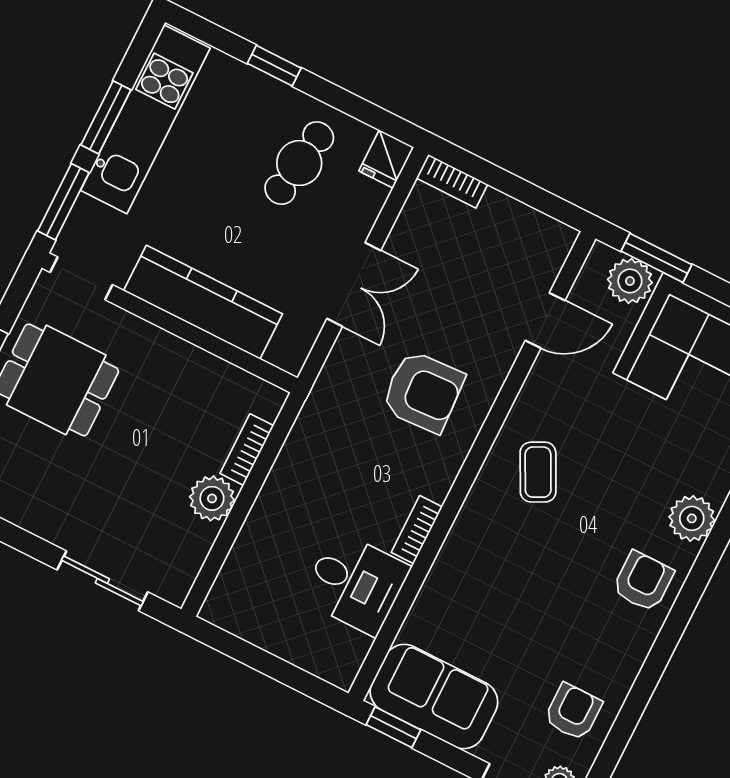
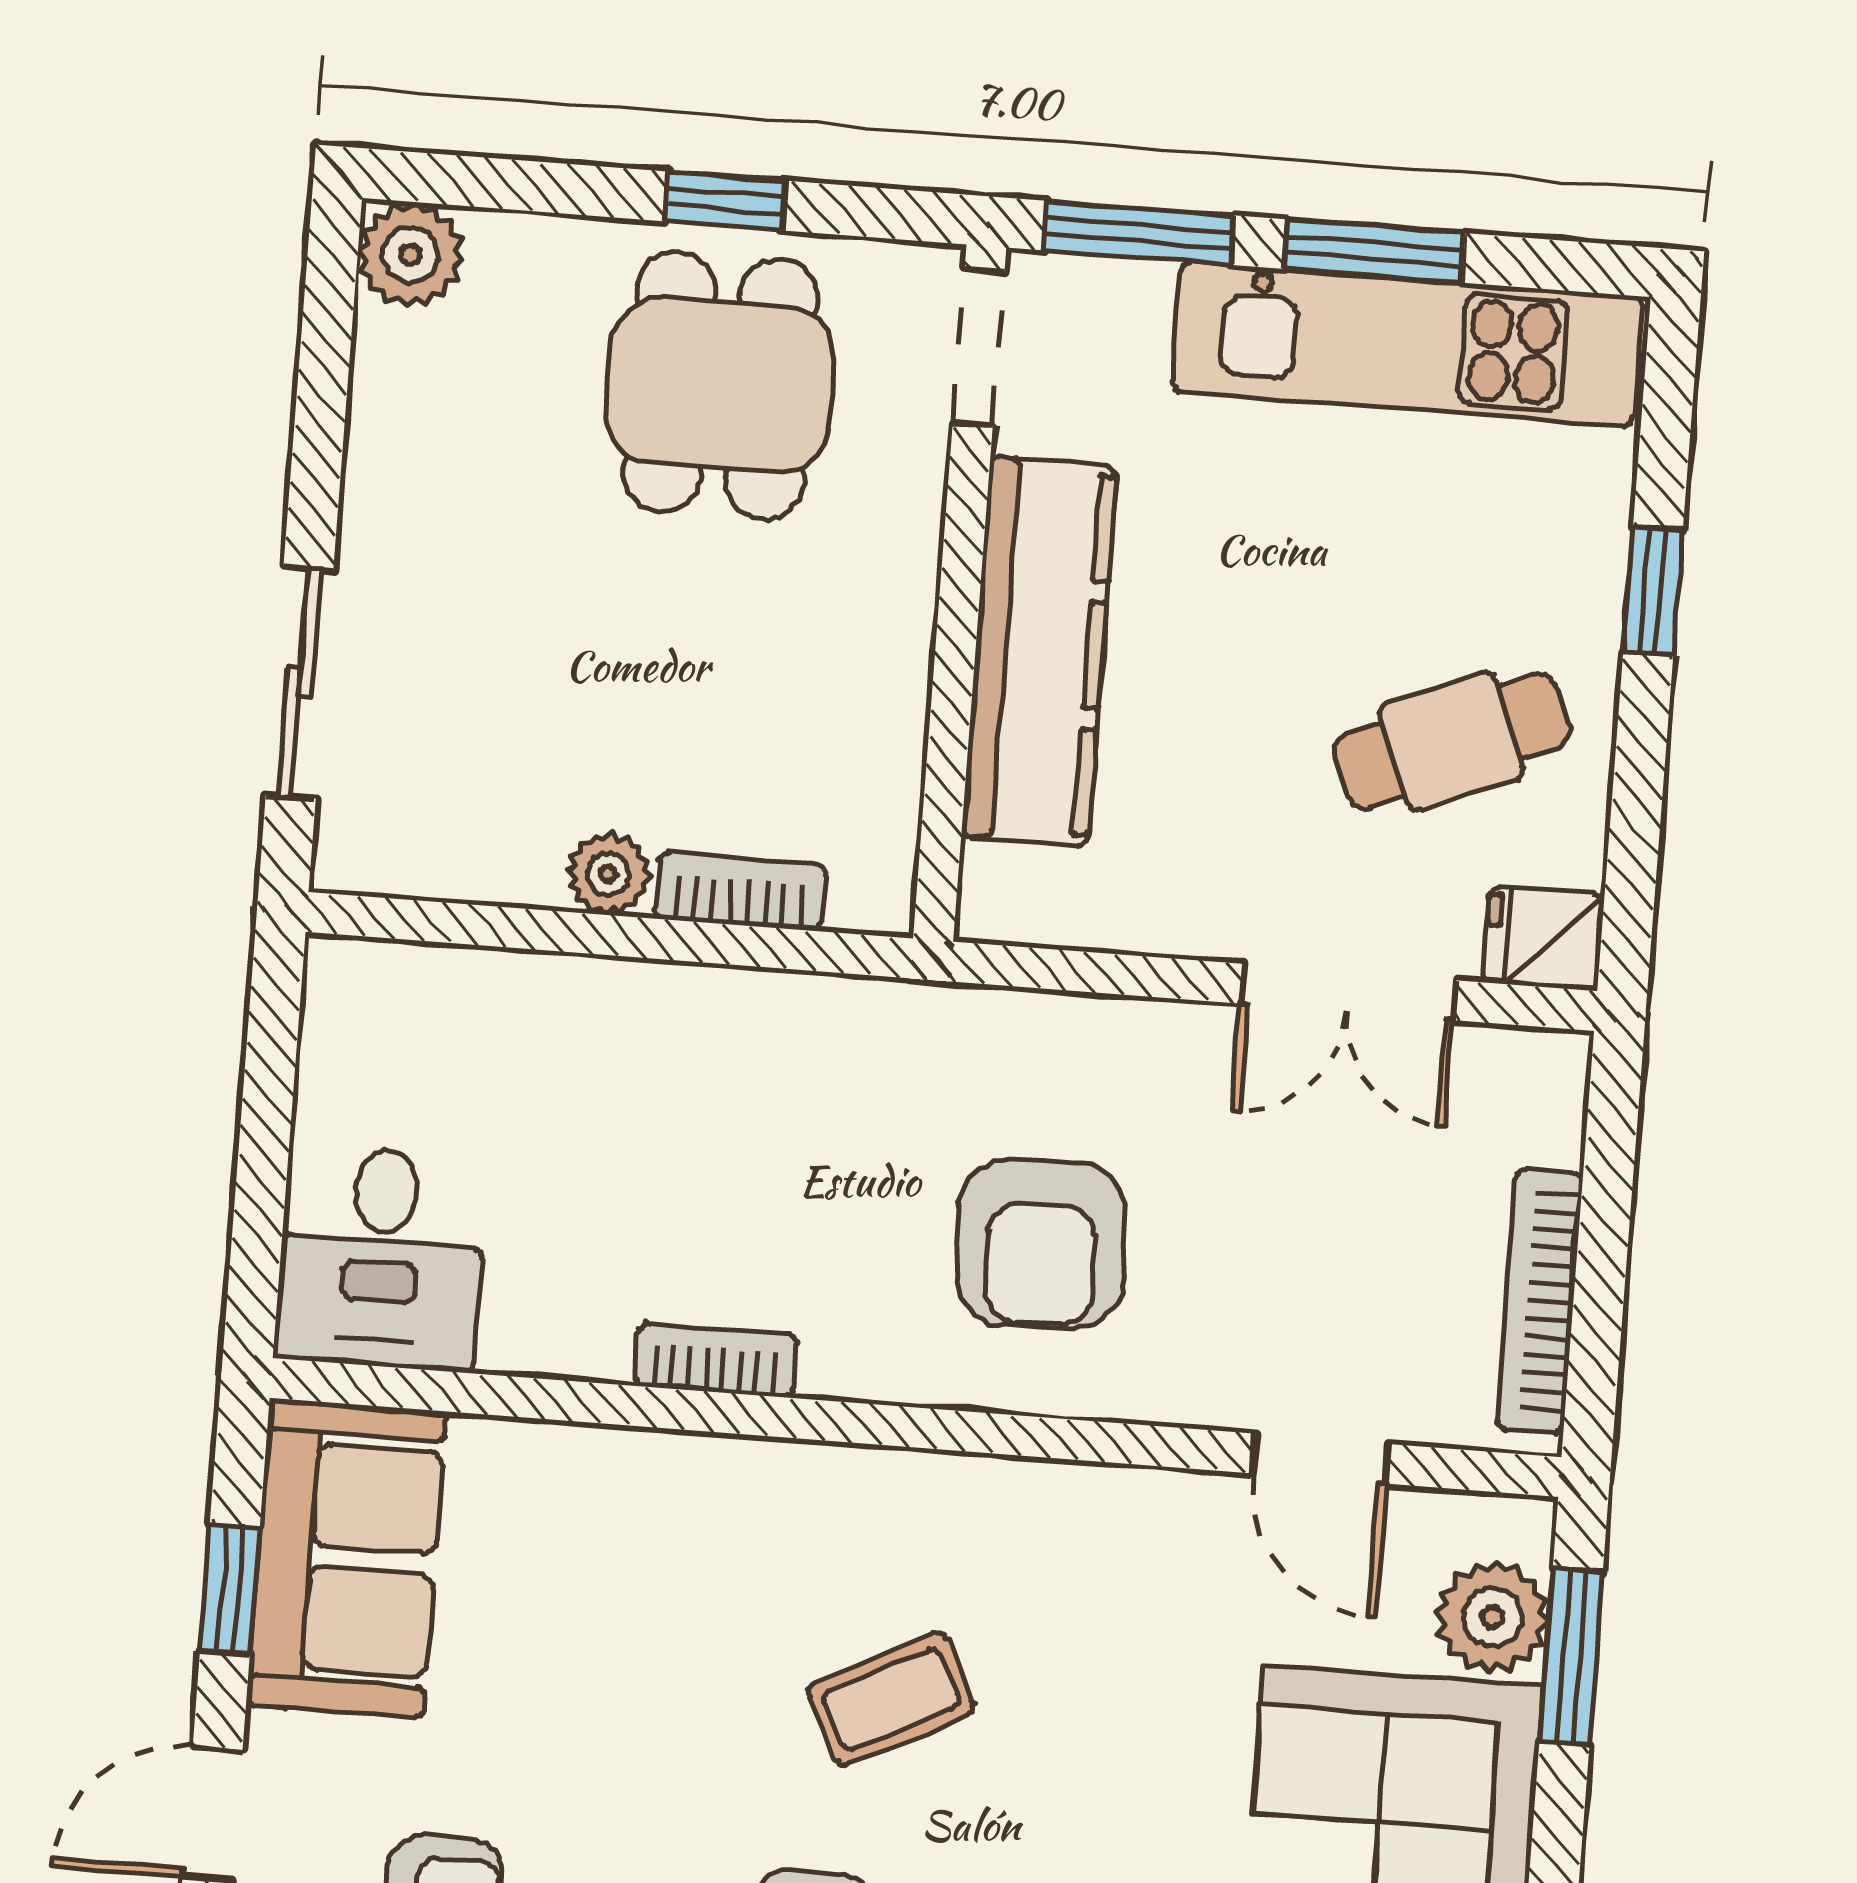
cafe table: (299, 163) -> (1452, 741), turned -31
bookcase: (452, 181) -> (1540, 1301), moved, width x1.56
double door: (354, 285) -> (1348, 992), moved
coffee table: (538, 472) -> (891, 1699), moved
plant: (212, 498) -> (608, 874), width x0.73, depth x0.73
desk: (356, 583) -> (381, 1258), moved
window: (393, 727) -> (230, 1589), moved

